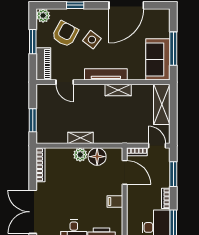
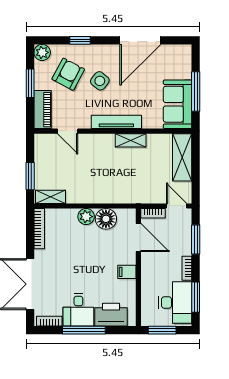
shelving: (81, 138) -> (51, 197), moved

